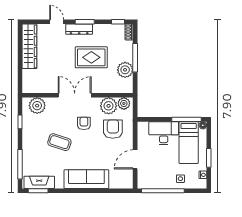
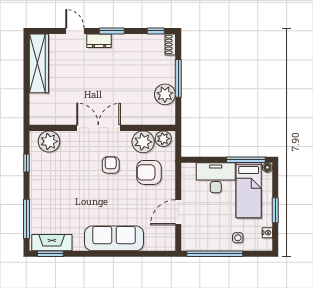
dresser: (79, 29) -> (99, 41), width x0.70
rug: (91, 57) -> (120, 78), removed
armchair: (113, 129) -> (149, 172), turned -90
coffee table: (59, 142) -> (78, 190), removed

